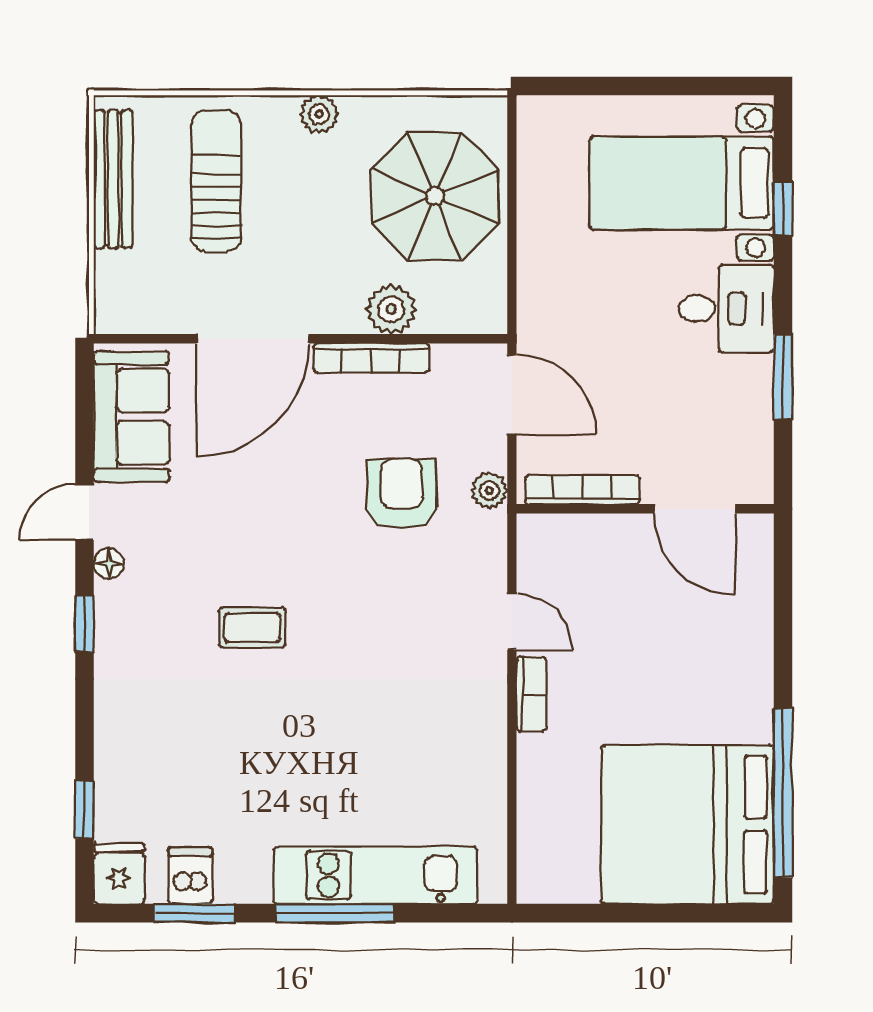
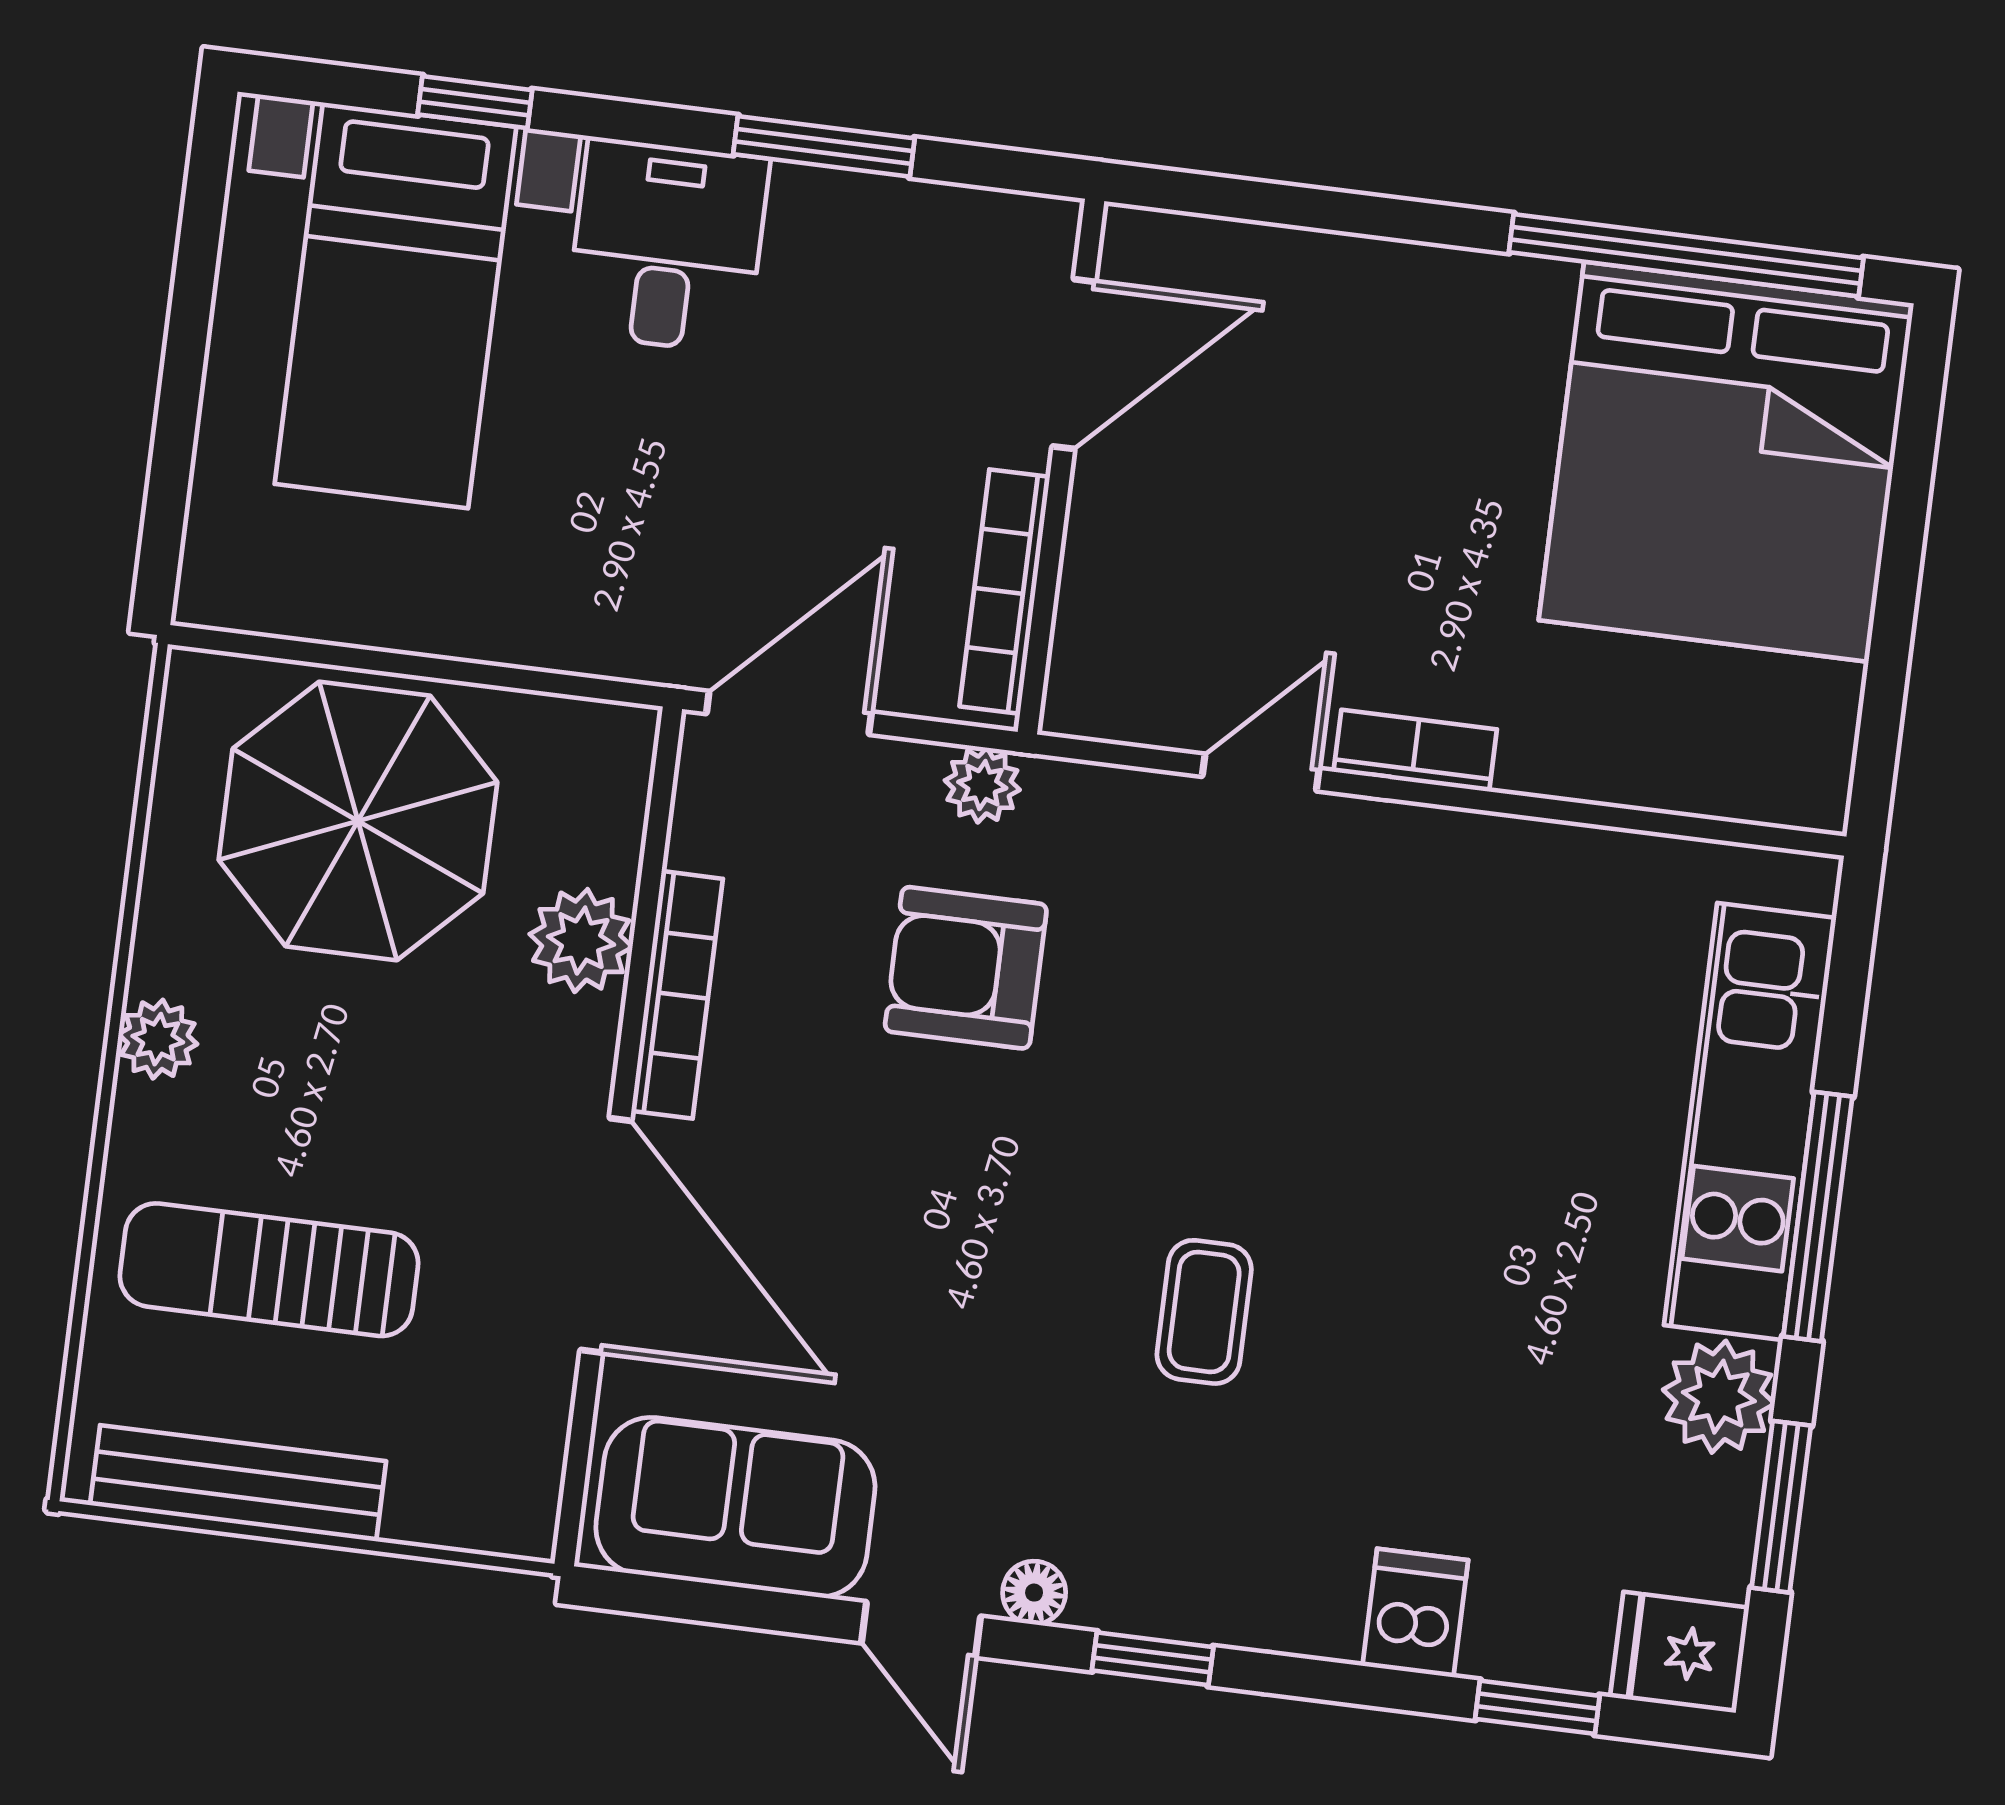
dishwasher: (190, 876) -> (1415, 1613), moved, turned 90
plant: (243, 877) -> (1719, 1397), added

